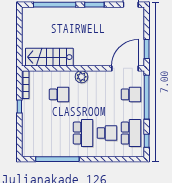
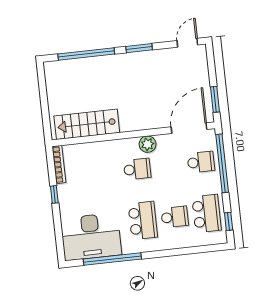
plant: (81, 77) -> (148, 144), moved
school desk: (59, 94) -> (137, 169), moved
desk: (43, 141) -> (91, 237), added

